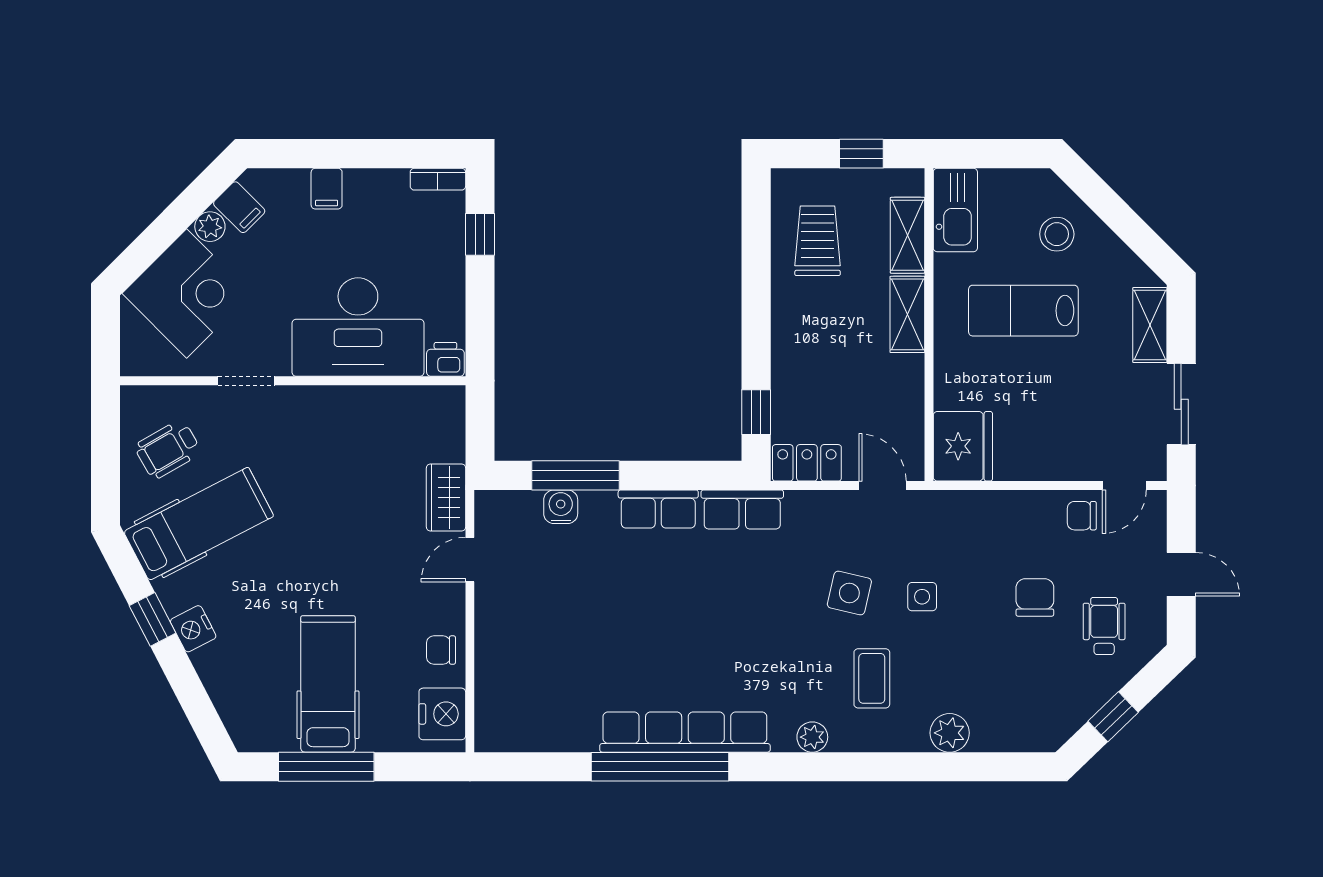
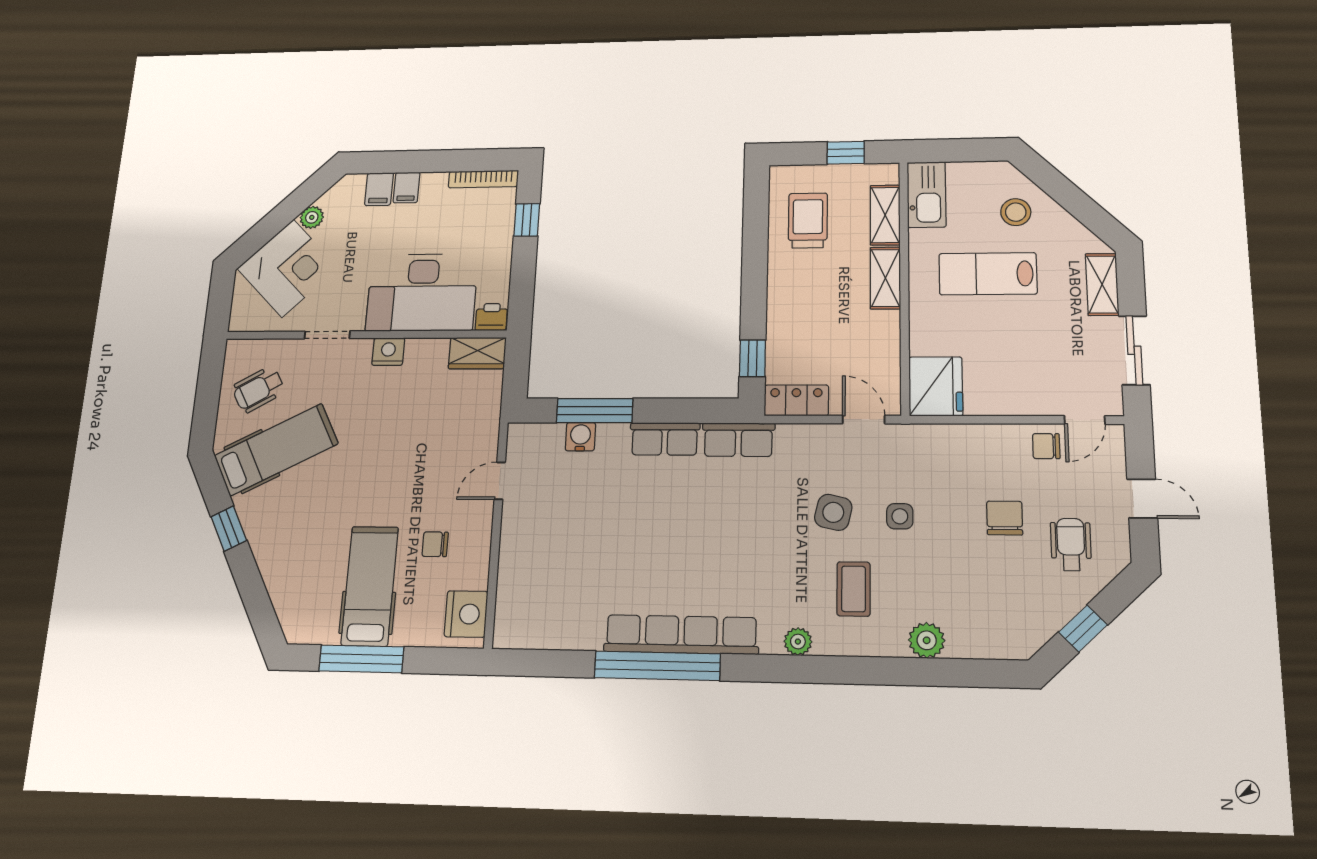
bookcase: (438, 179) -> (483, 179), width x1.56
filing cabinet: (239, 207) -> (379, 189), moved, turned 45
wardrobe: (446, 497) -> (477, 353), moved, turned -90
nightstand: (193, 629) -> (388, 352), moved, turned 117
chair: (441, 650) -> (435, 544), moved

